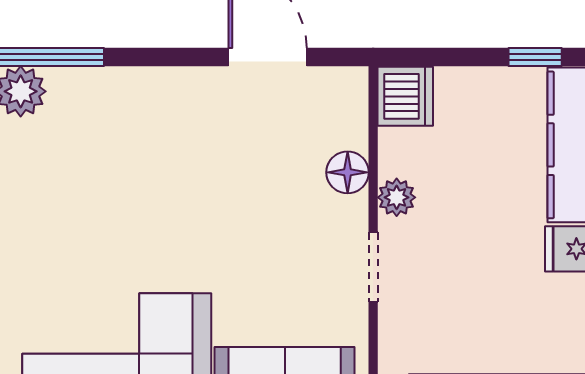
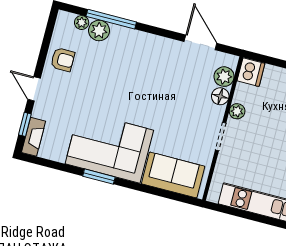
plant: (344, 123) -> (224, 77), added

